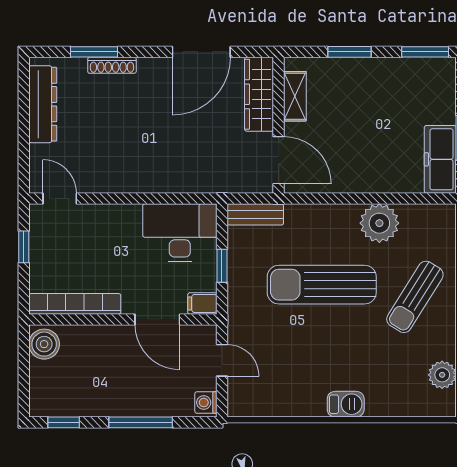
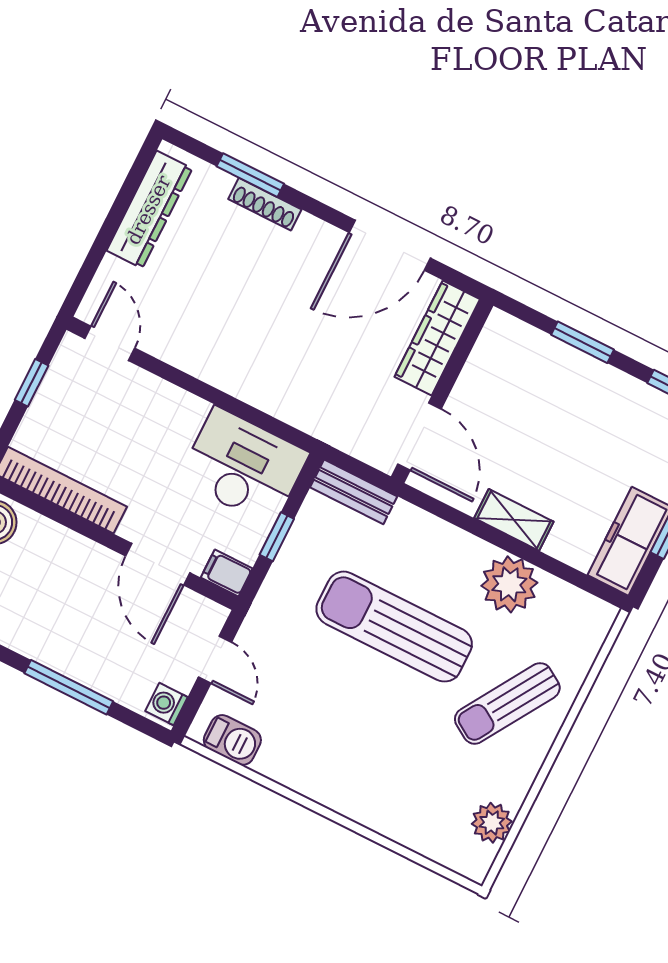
shelving: (295, 96) -> (514, 520), moved, turned 90
barbecue: (346, 404) -> (232, 740), moved

